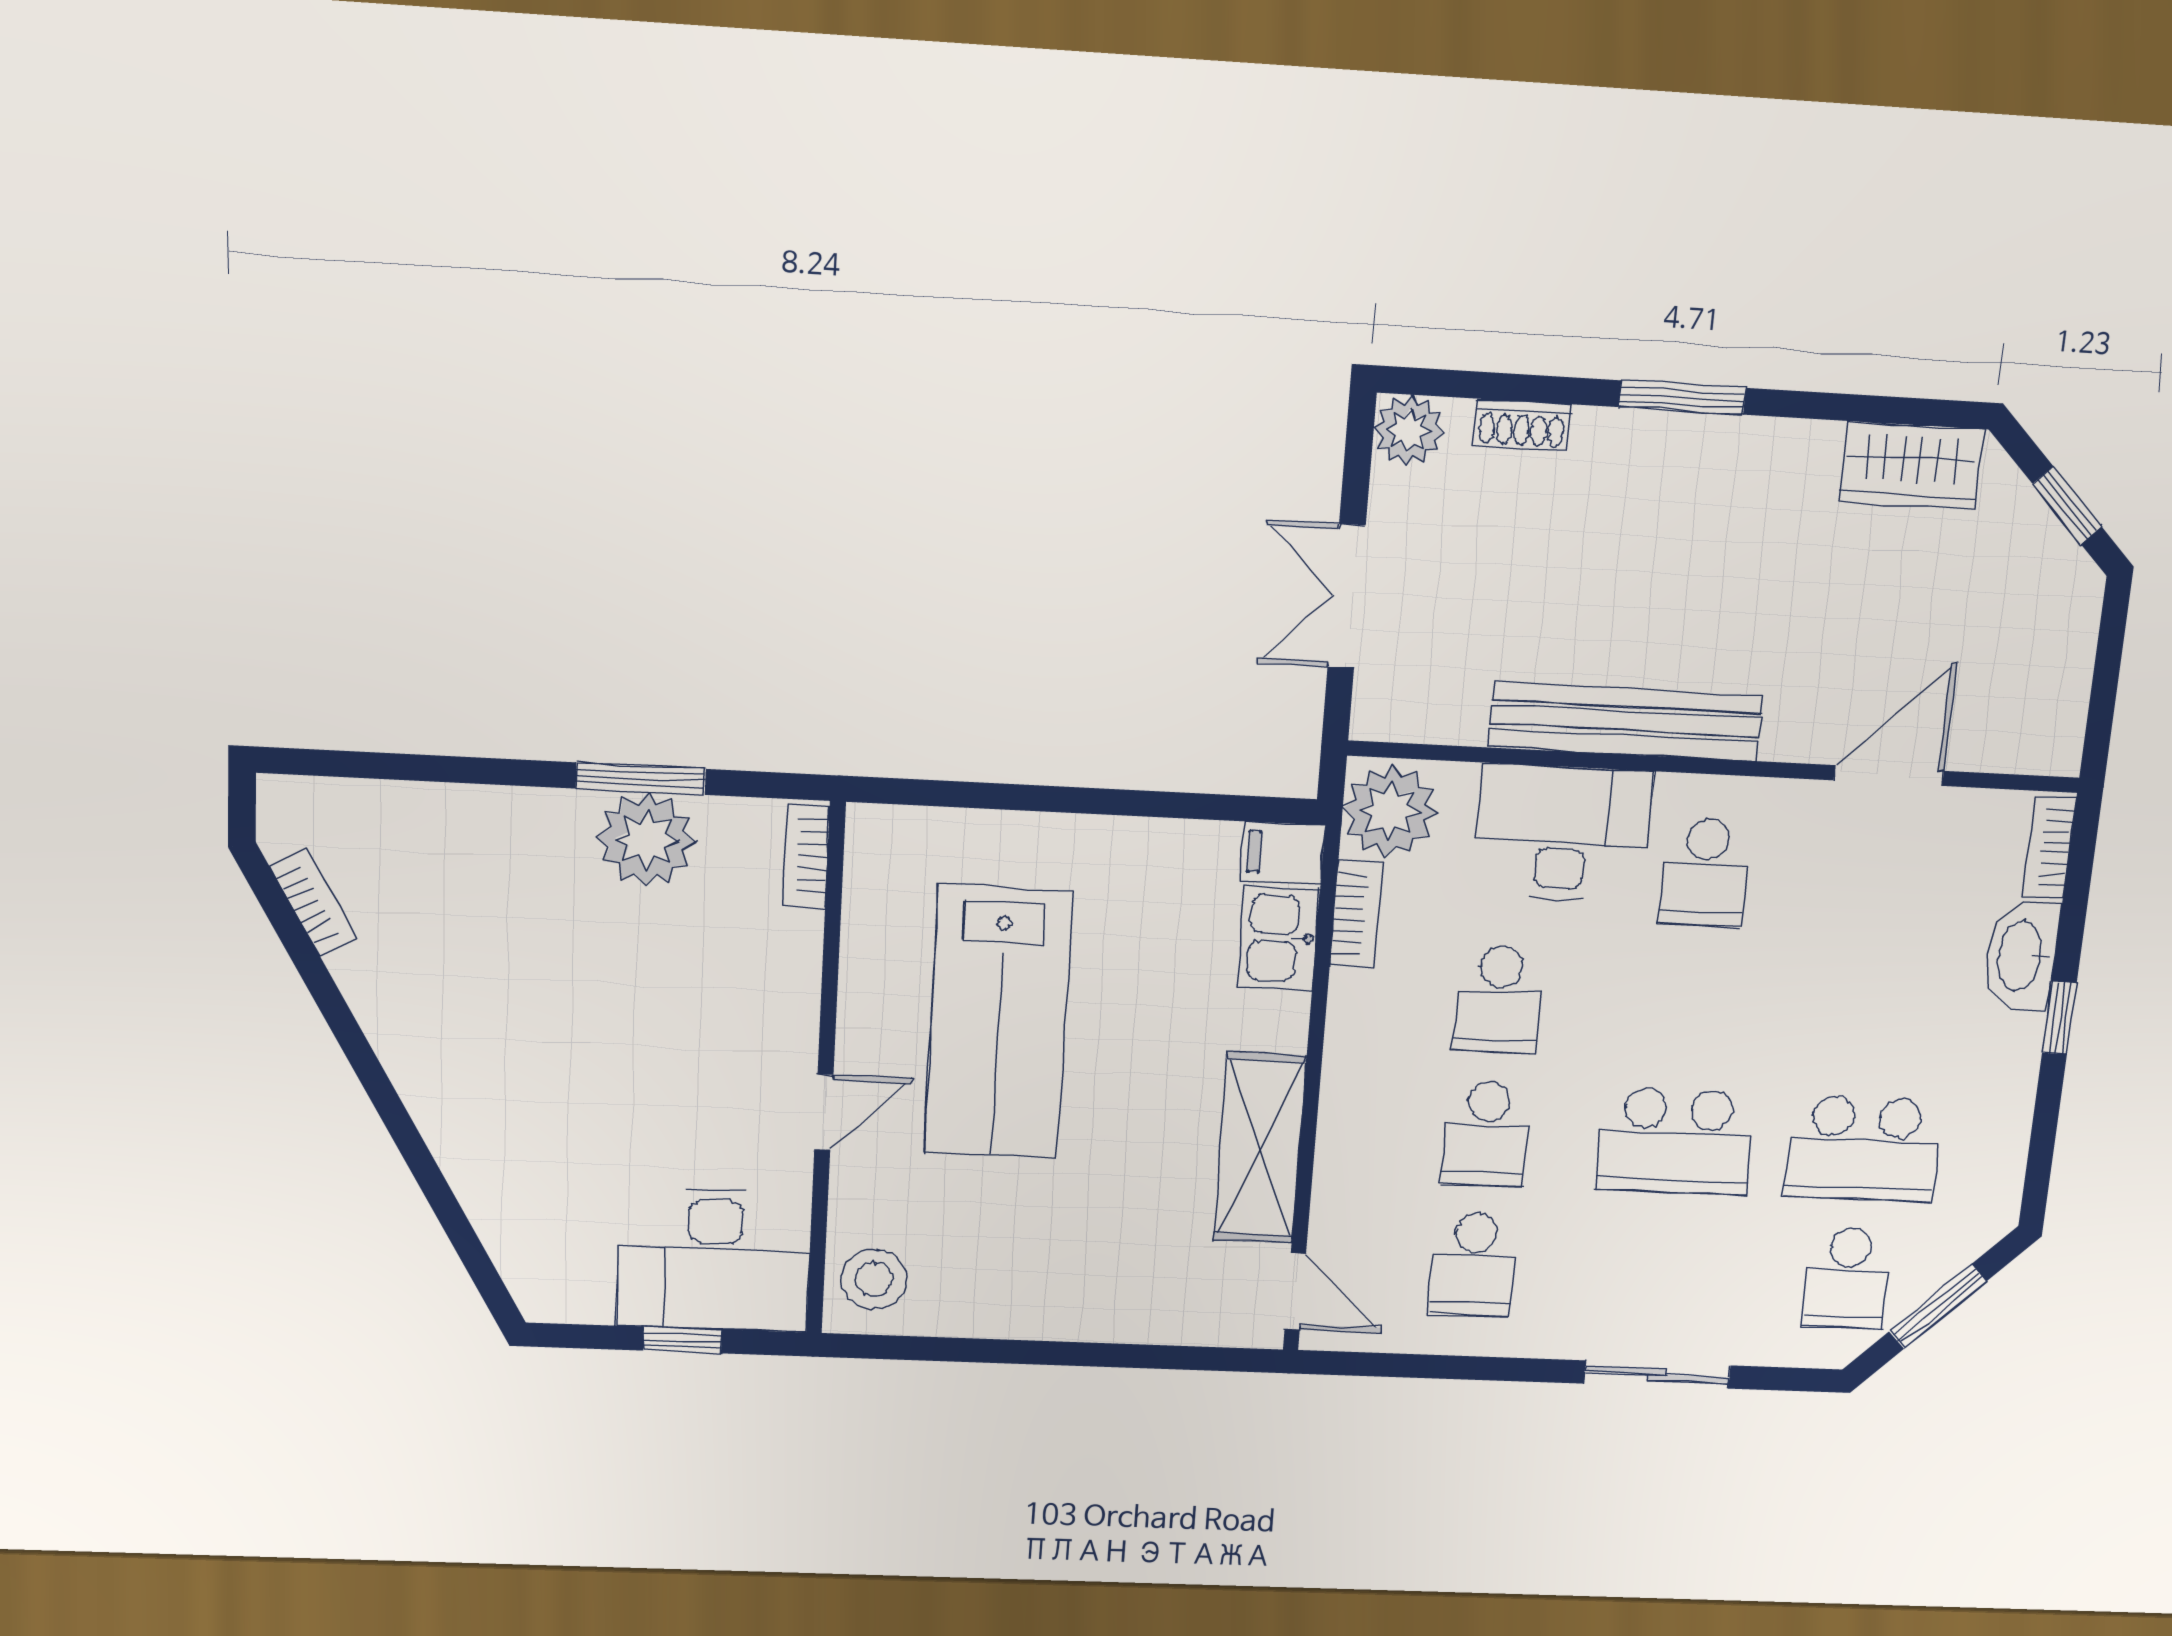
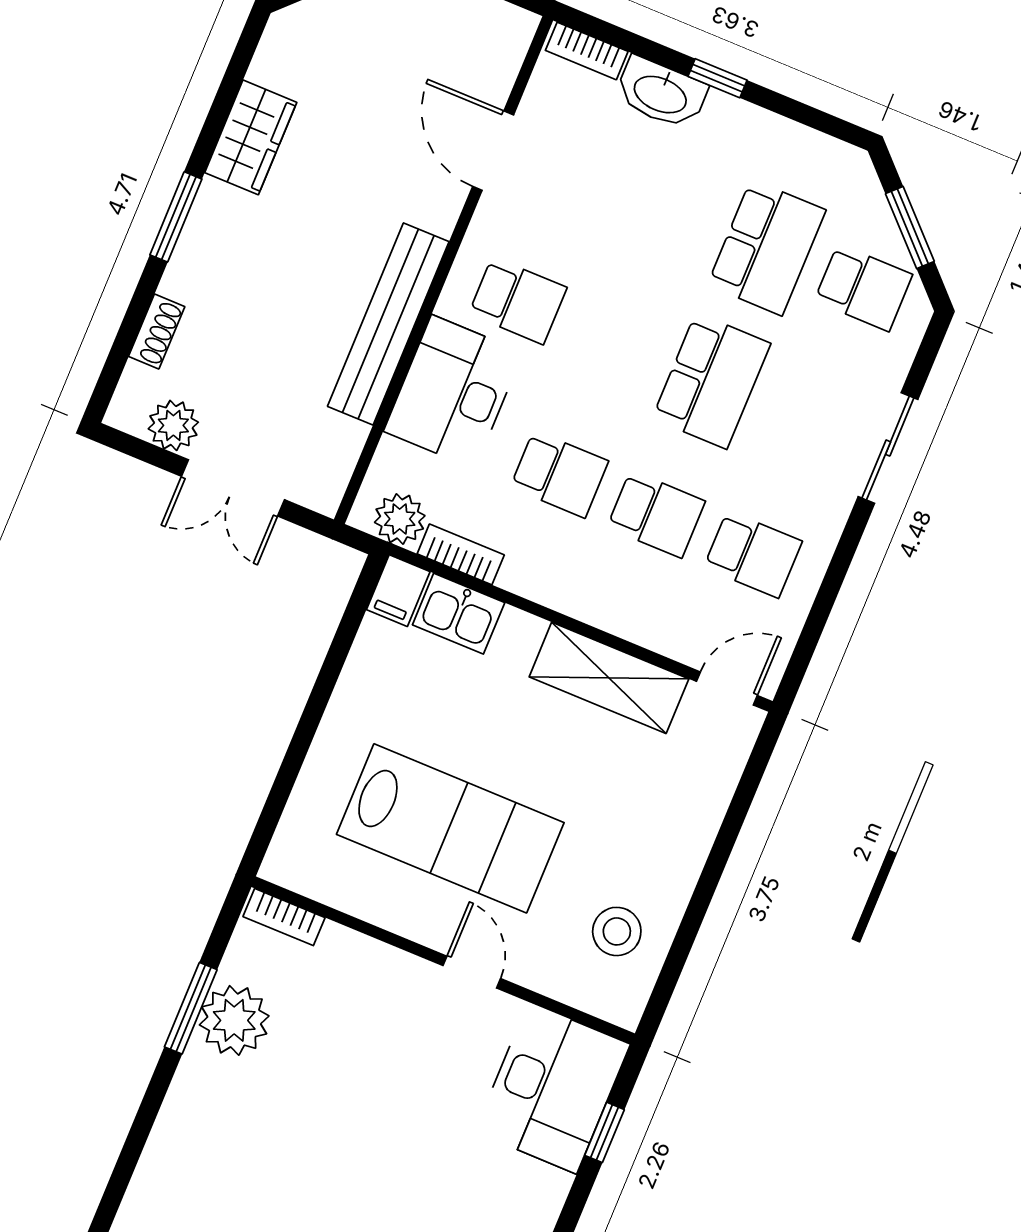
plant: (1409, 430) -> (173, 425), moved
wardrobe: (1911, 465) -> (251, 137), moved
plant: (1390, 811) -> (400, 519), width x0.73, depth x0.73
stool: (874, 1279) -> (617, 931), moved

